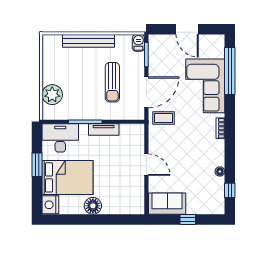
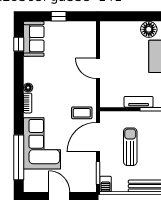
floor lamp: (220, 171) -> (28, 88), moved
sofa: (167, 204) -> (34, 39), moved, turned -90

